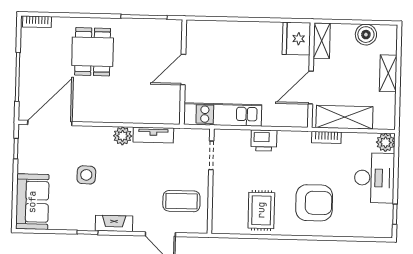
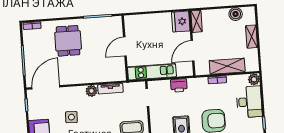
fridge: (296, 39) -> (181, 22), moved
shelving: (322, 41) -> (197, 21), moved
wall: (311, 75) -> (192, 43), moved
door: (311, 88) -> (193, 51), moved

